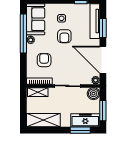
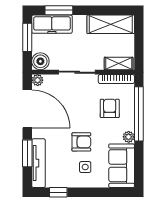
window: (23, 33) -> (139, 114), moved
armchair: (64, 36) -> (81, 142), turned 90
armchair: (44, 60) -> (110, 108), turned 180

